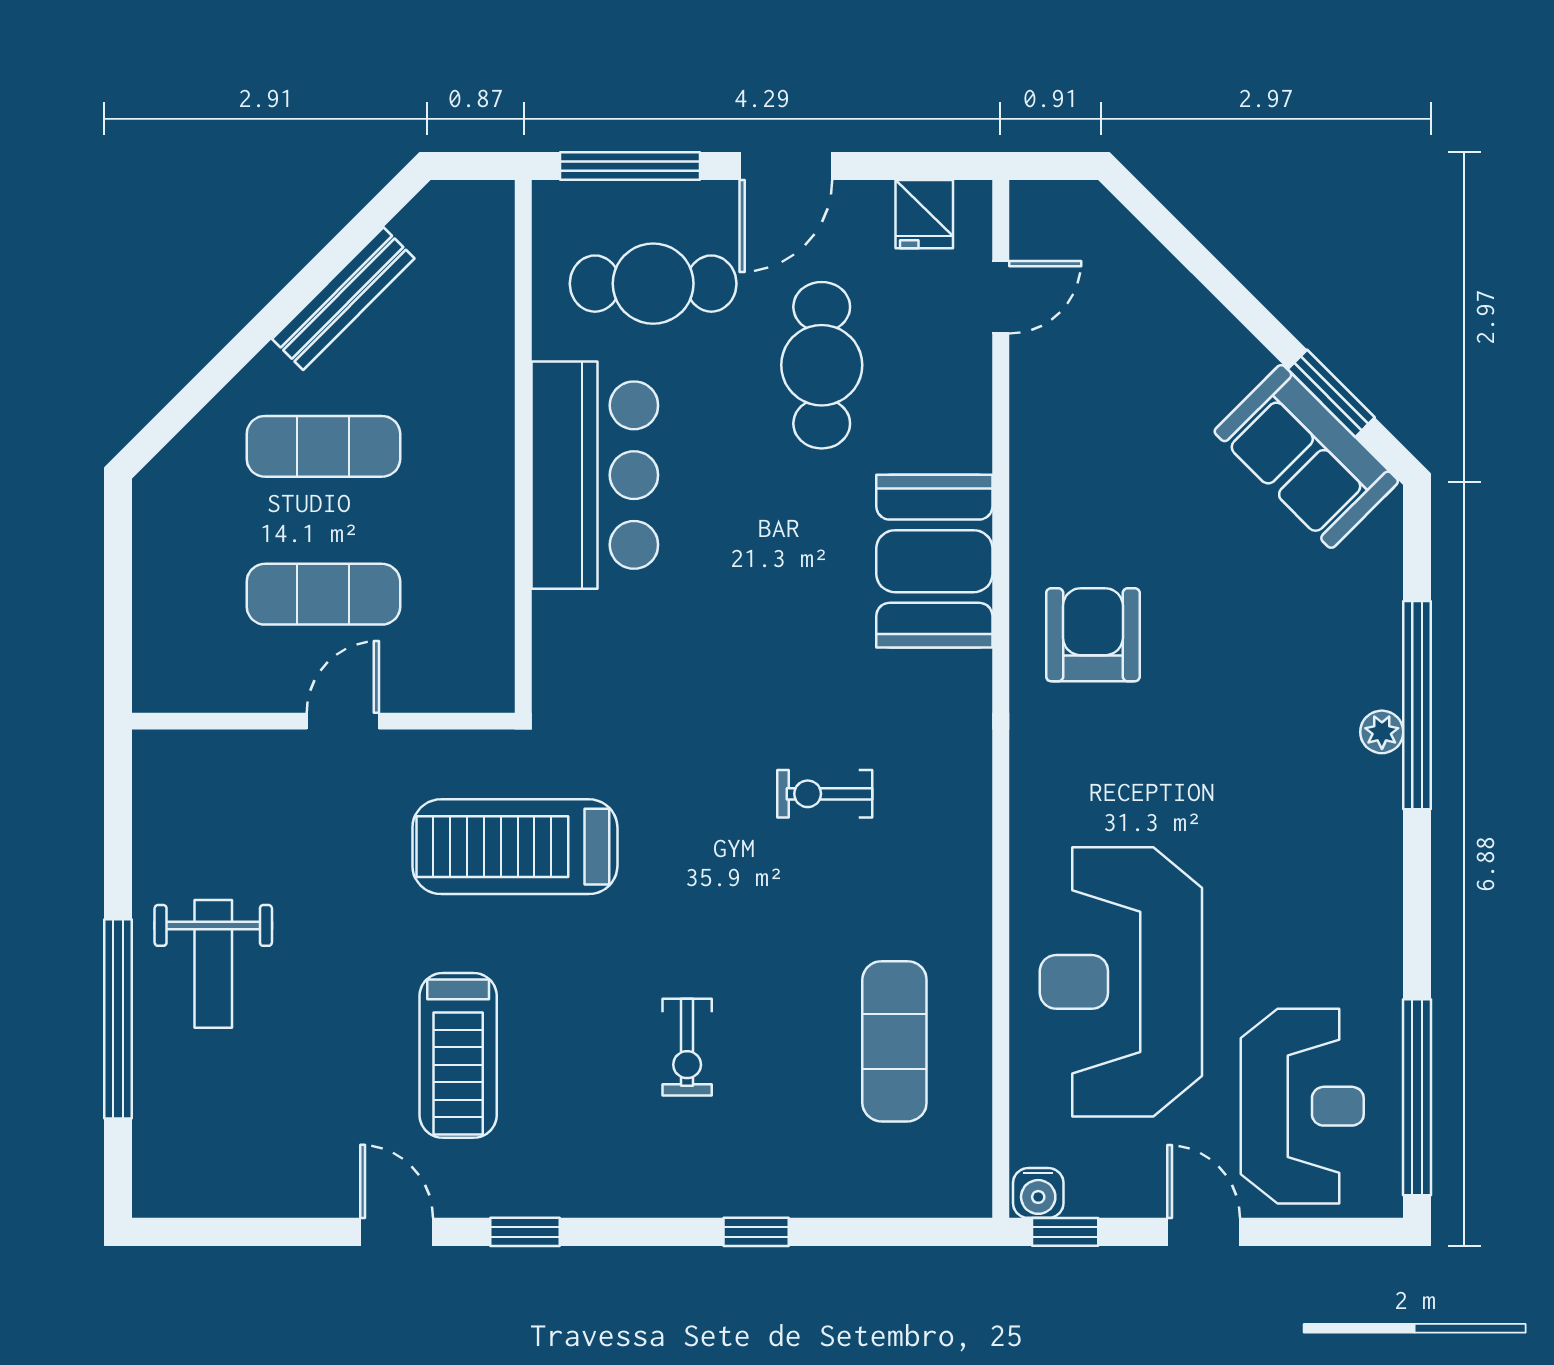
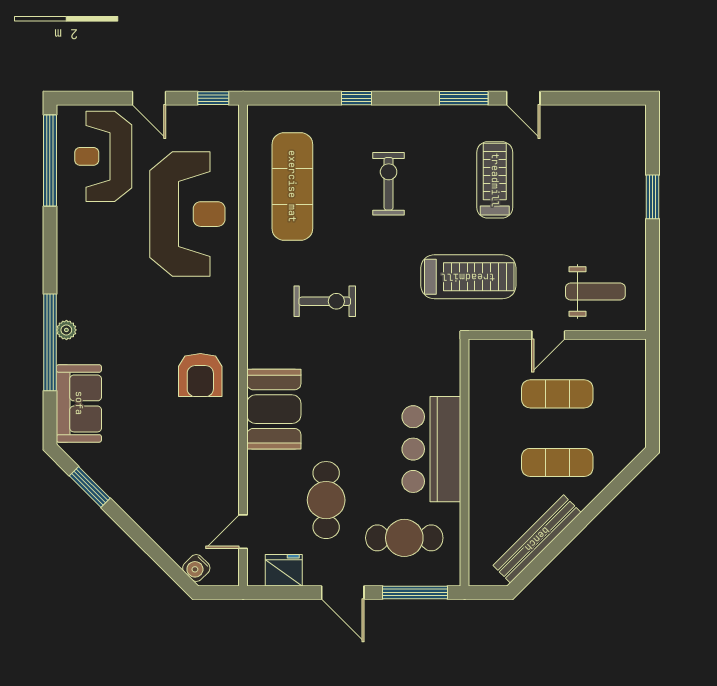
door: (786, 166) -> (343, 592), swing flipped
fridge: (924, 214) -> (284, 570), width x1.38
bench: (343, 299) -> (537, 539), width x1.37, depth x1.21
sofa: (1306, 456) -> (79, 403), moved, turned 45
exercise bike: (825, 794) -> (325, 301), width x1.38, depth x1.39
weight bench: (213, 964) -> (595, 292), moved, turned 90
window: (118, 1019) -> (653, 197), width x0.47
exercise mat: (894, 1041) -> (292, 186), width x1.36, depth x1.45
exercise bike: (687, 1047) -> (389, 184), width x1.38, depth x1.39
water cooler: (1038, 1193) -> (196, 568), moved, turned -135
window: (525, 1232) -> (464, 98), width x1.50

